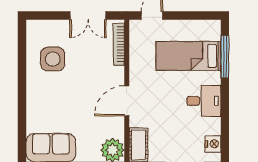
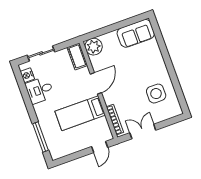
bed: (188, 56) -> (80, 113), moved, turned 180
desk: (204, 101) -> (40, 90), moved

